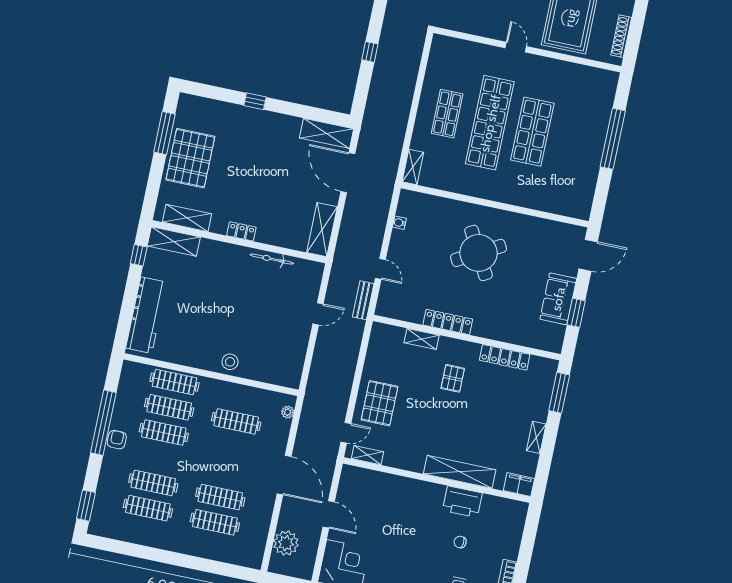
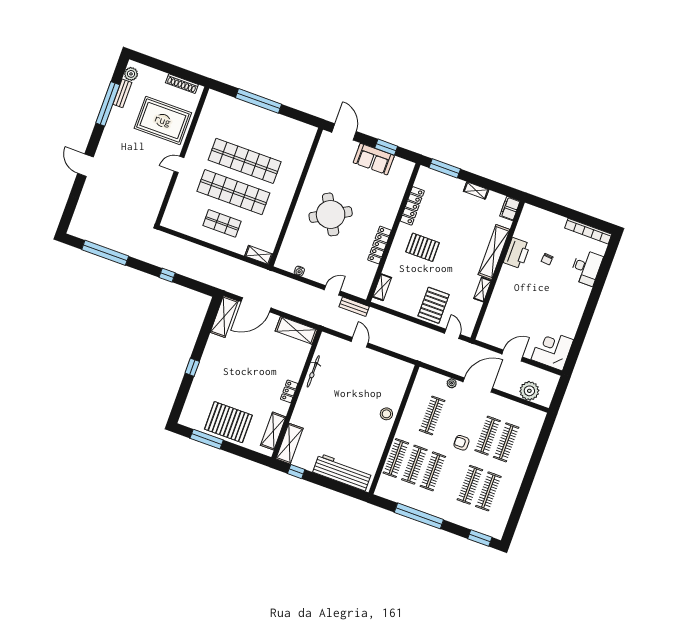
shop shelf: (532, 132) -> (245, 161), width x1.40
shelving: (422, 339) -> (382, 287), moved
pallet: (453, 378) -> (423, 247), width x1.50, depth x1.42
pallet: (380, 403) -> (434, 305), turned 90
plant: (288, 412) -> (452, 383), moved
armchair: (117, 440) -> (461, 443), moved
shelving: (368, 455) -> (483, 290), moved

